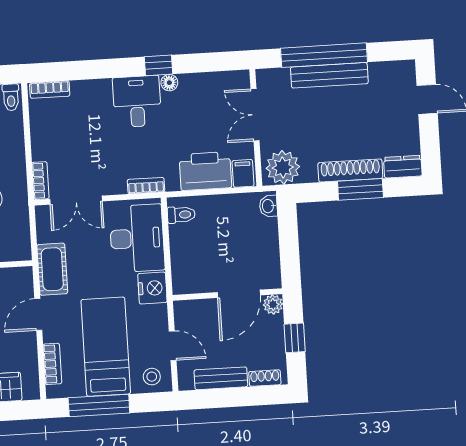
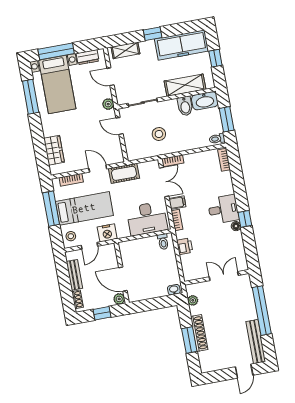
bench: (329, 75) -> (256, 342), moved
plant: (283, 167) -> (193, 300), width x0.53, depth x0.53
dresser: (403, 167) -> (205, 362), removed
printer: (205, 171) -> (185, 246), width x0.53, depth x0.68
filing cabinet: (243, 173) -> (177, 203), moved
double door: (76, 200) -> (164, 182), swing flipped
nightstand: (152, 288) -> (107, 233), moved

